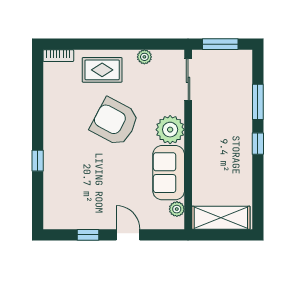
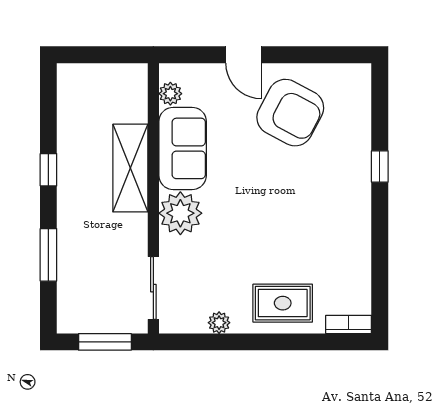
armchair: (115, 122) -> (290, 113), moved
window: (258, 144) -> (48, 170), moved
shelving: (221, 218) -> (130, 168), moved, turned 90
window: (88, 235) -> (304, 55), removed

